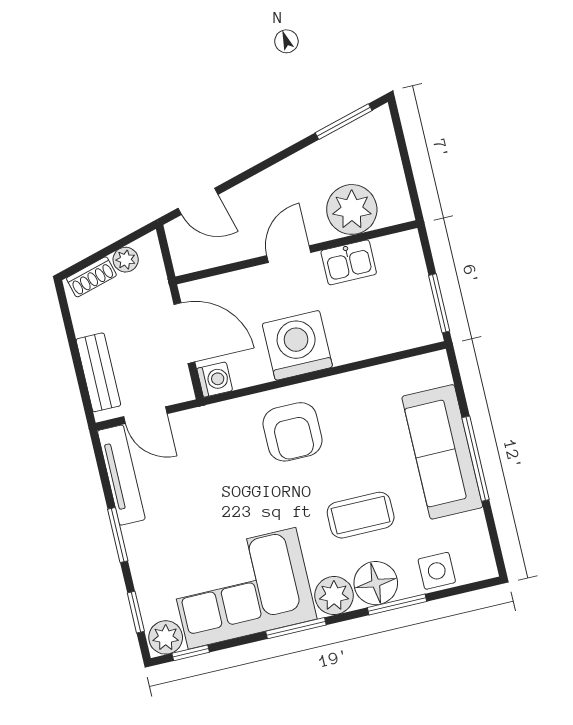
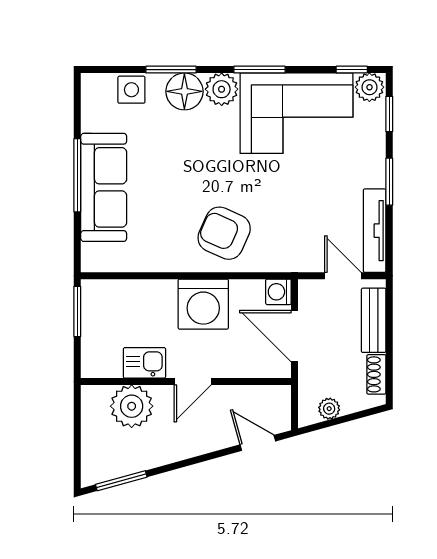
shoe rack: (91, 277) -> (376, 374), moved, turned -75
armchair: (293, 432) -> (224, 233), turned -66
coffee table: (361, 515) -> (184, 151), removed

